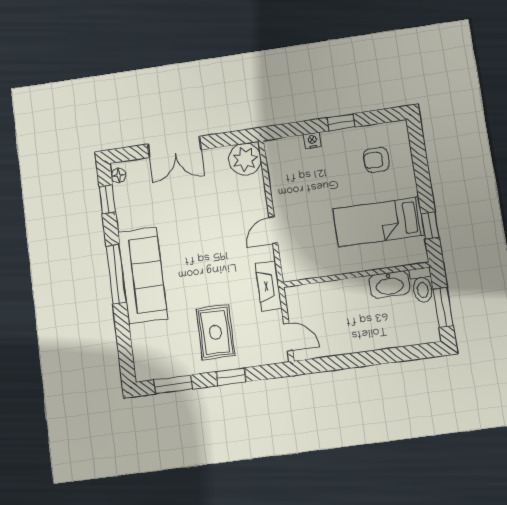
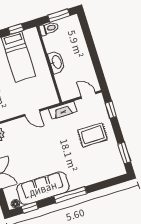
sofa: (143, 275) -> (43, 188), moved
washbasin: (389, 285) -> (56, 62), moved
door: (288, 337) -> (88, 95), hinge flipped
window: (231, 377) -> (111, 110), moved

